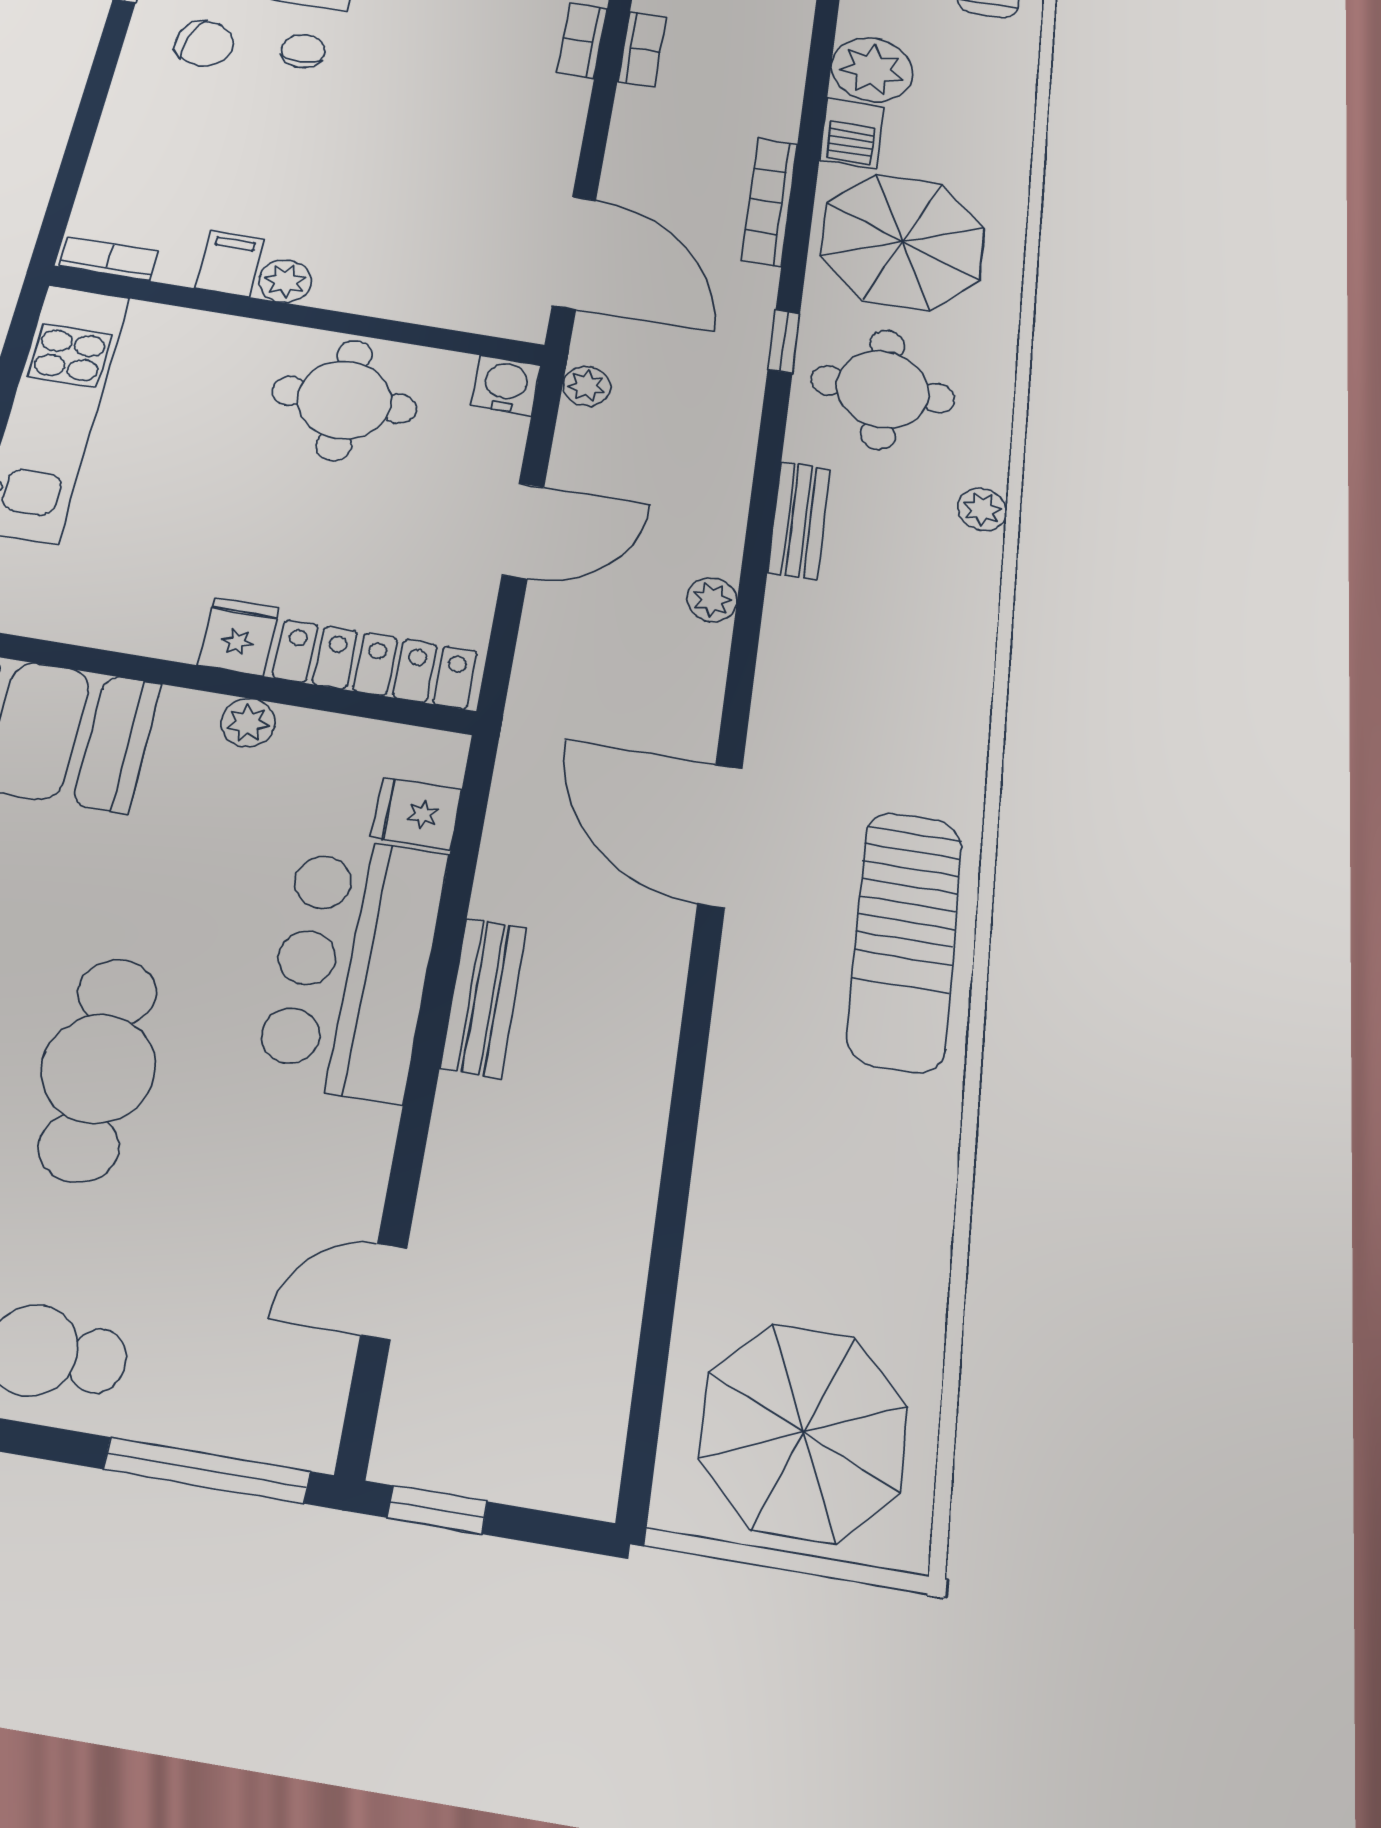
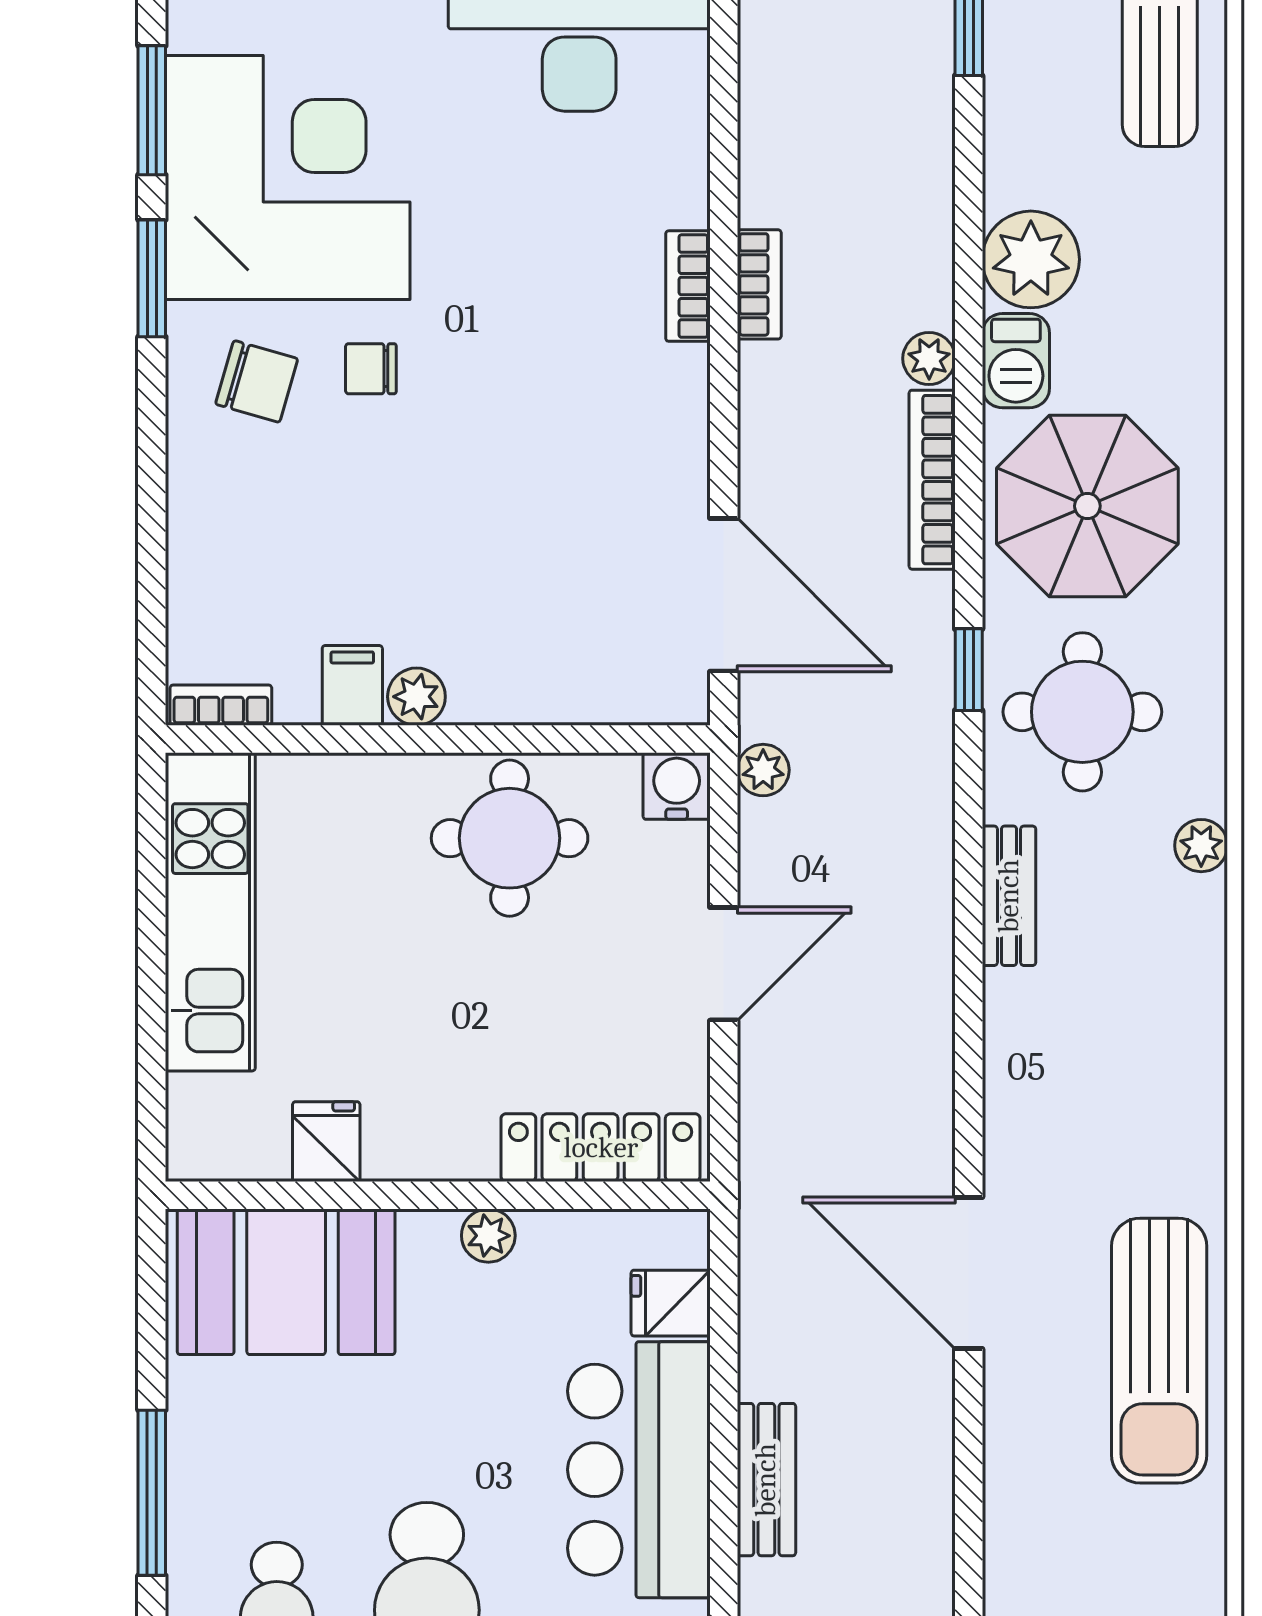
chair: (303, 51) -> (371, 369), turned -90
plant: (712, 600) -> (929, 358), moved
fridge: (239, 636) -> (326, 1142), moved

